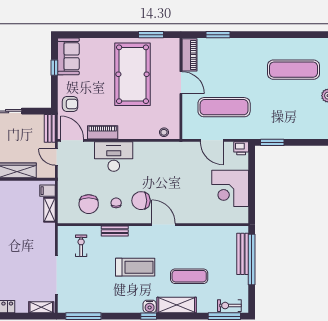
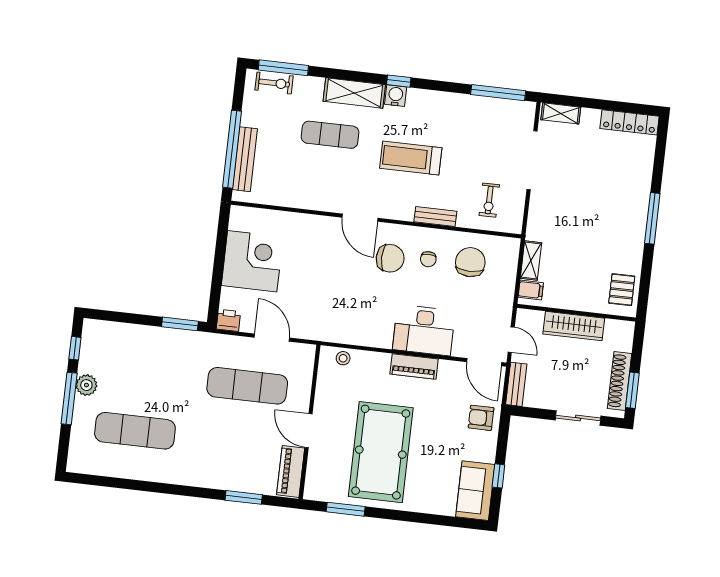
piano: (103, 132) -> (414, 366), moved

